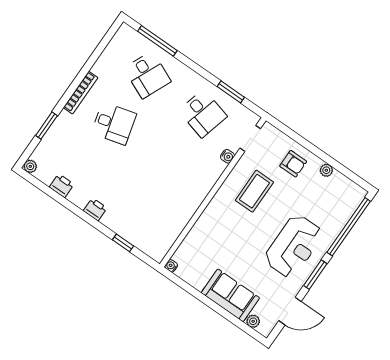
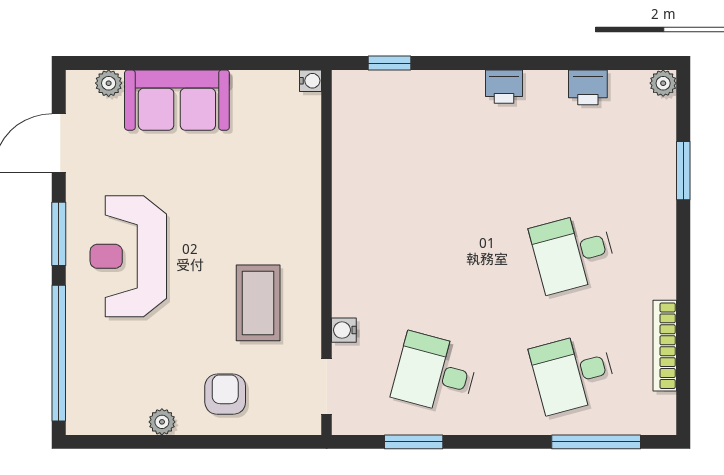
desk: (147, 75) -> (573, 373), turned -39
bookcase: (81, 93) -> (665, 346), moved
armchair: (293, 164) -> (225, 394), turned 90
window: (123, 243) -> (390, 63), moved

